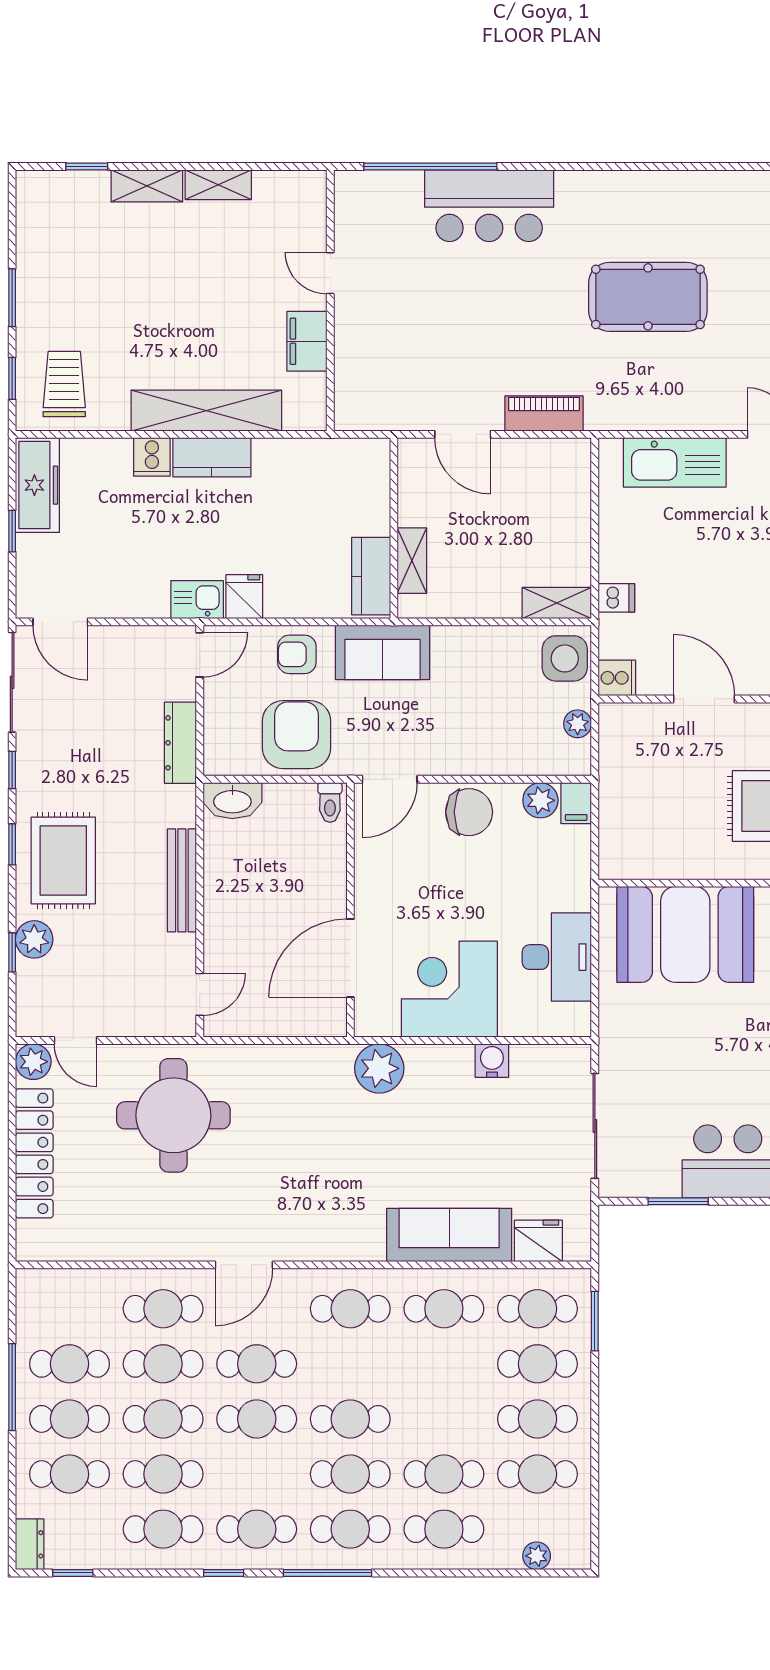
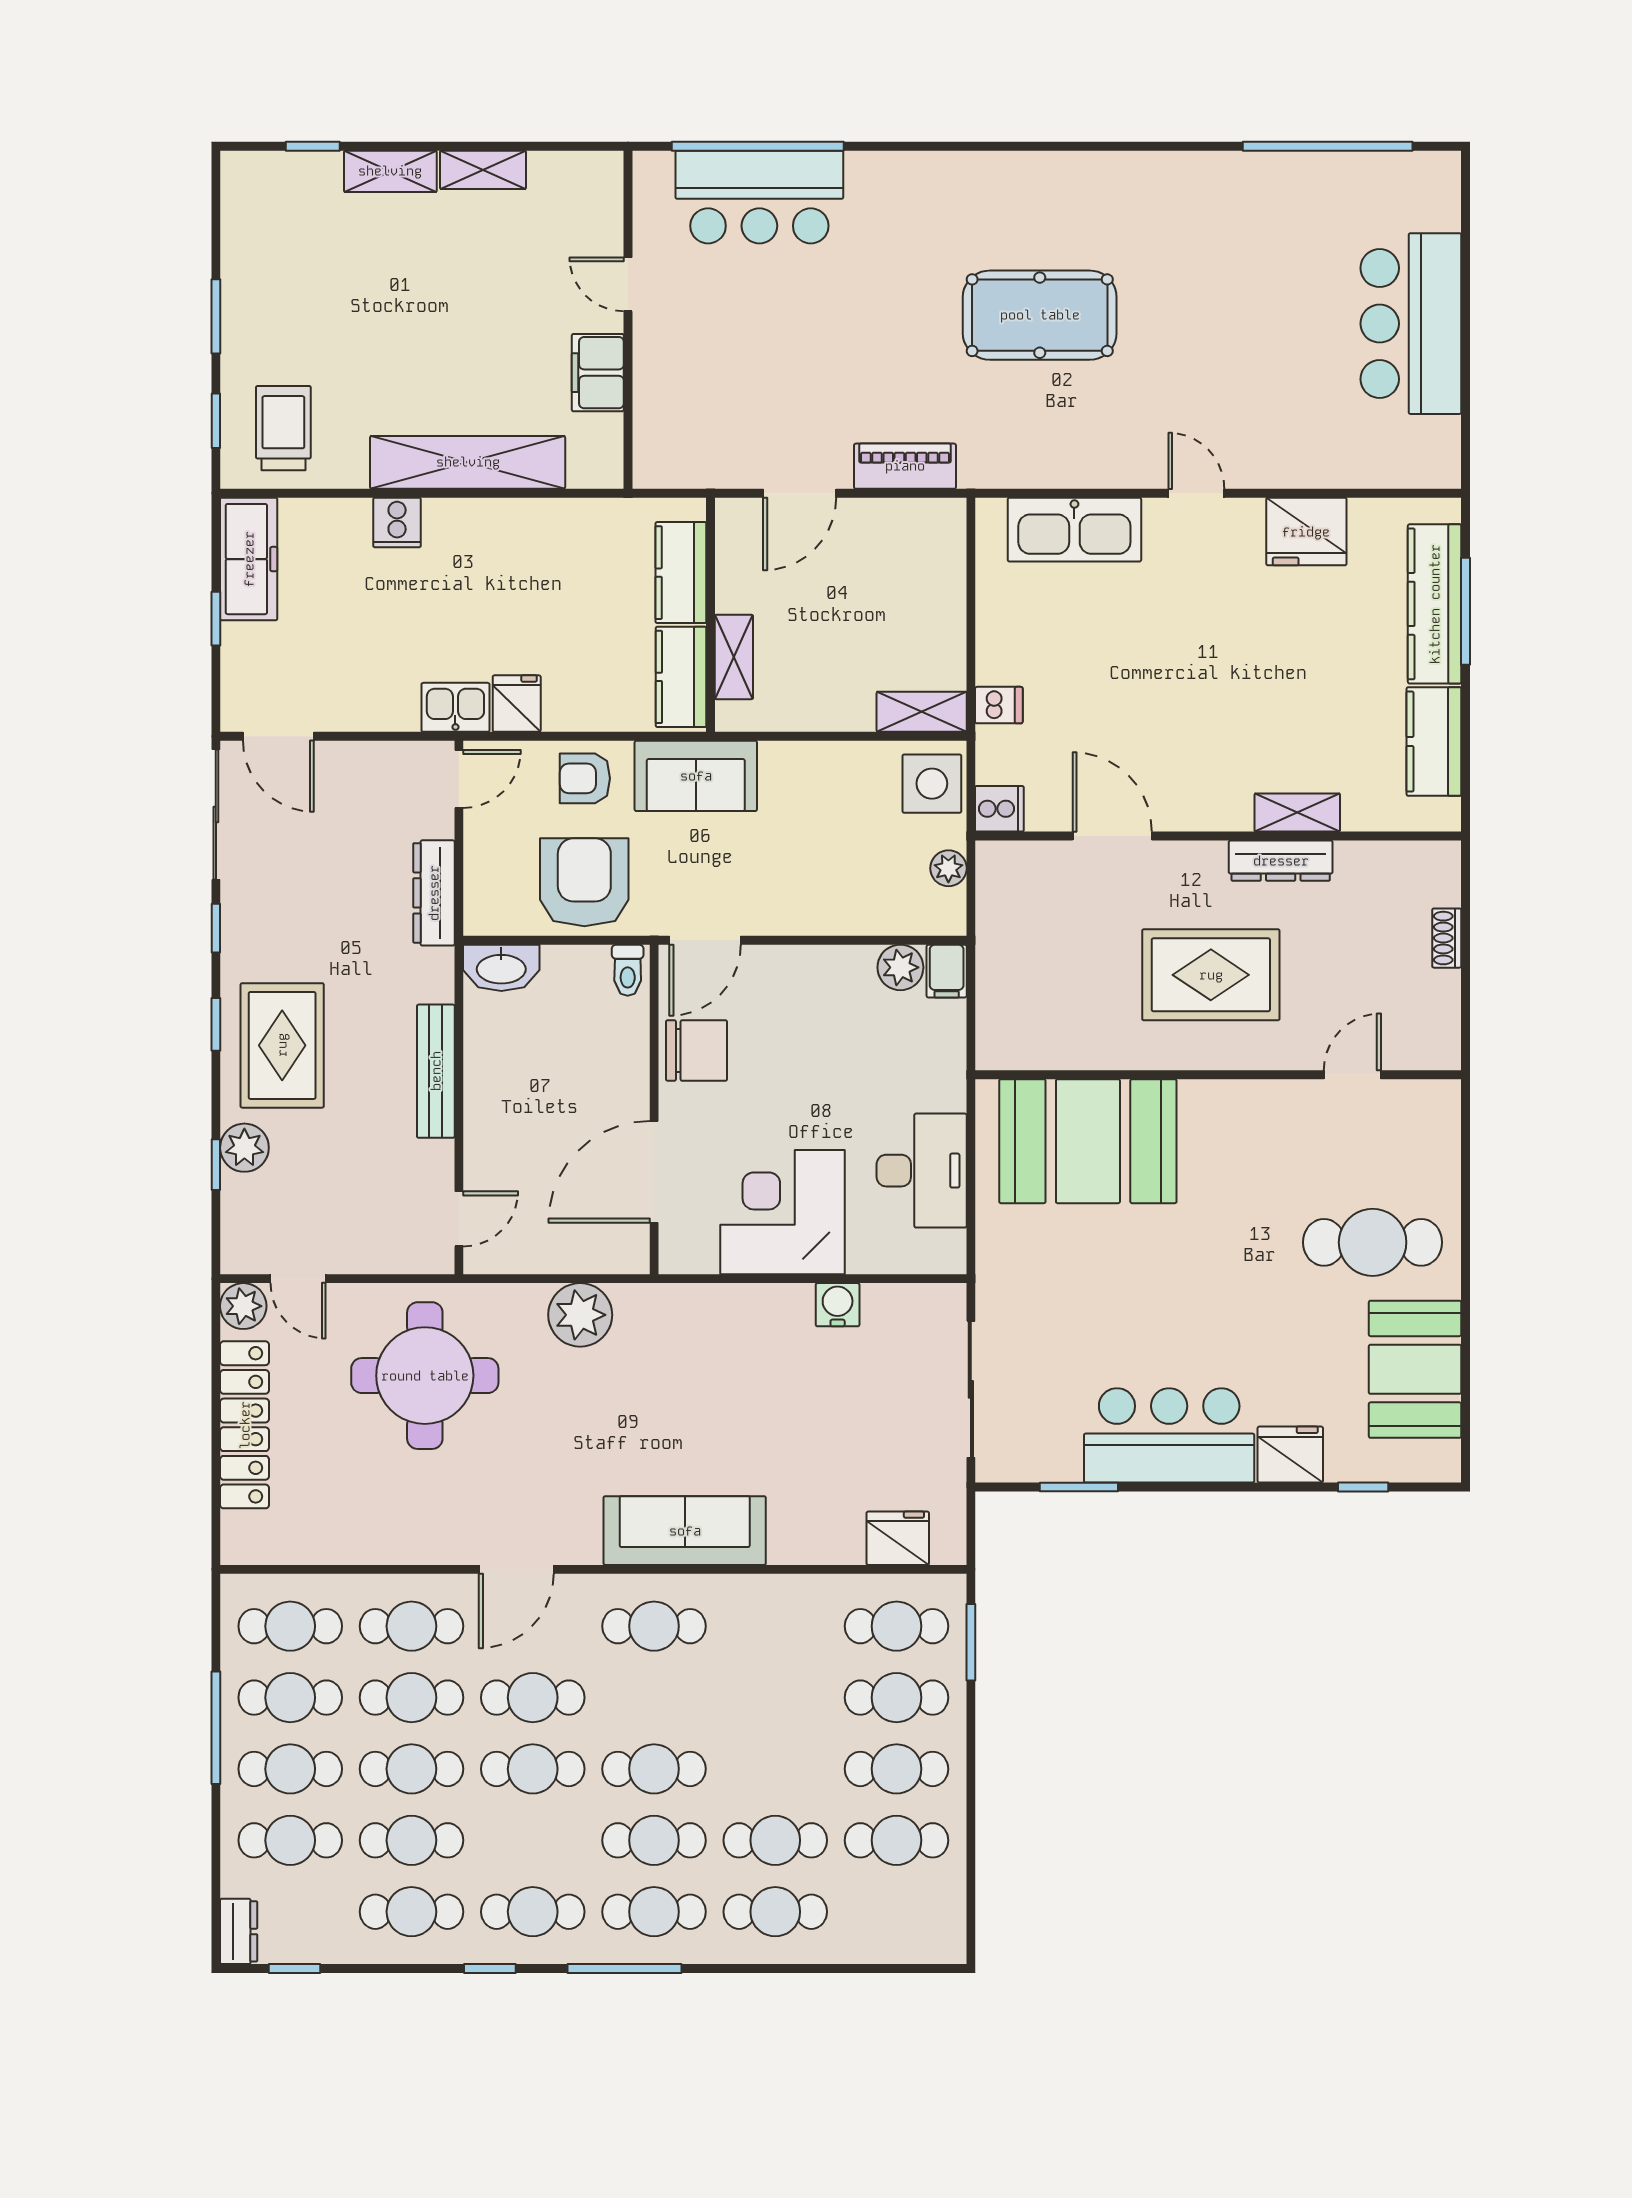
bar counter: (489, 206) -> (759, 197), moved
door: (463, 434) -> (800, 493), hinge flipped
kitchen counter: (212, 457) -> (681, 573), moved, turned 90
chair: (469, 812) -> (697, 1050), moved
plant: (379, 1068) -> (580, 1315), moved
sofa: (449, 1235) -> (685, 1531), moved
cafe table: (444, 1309) -> (290, 1626), moved
plant: (537, 1556) -> (895, 1946), removed

